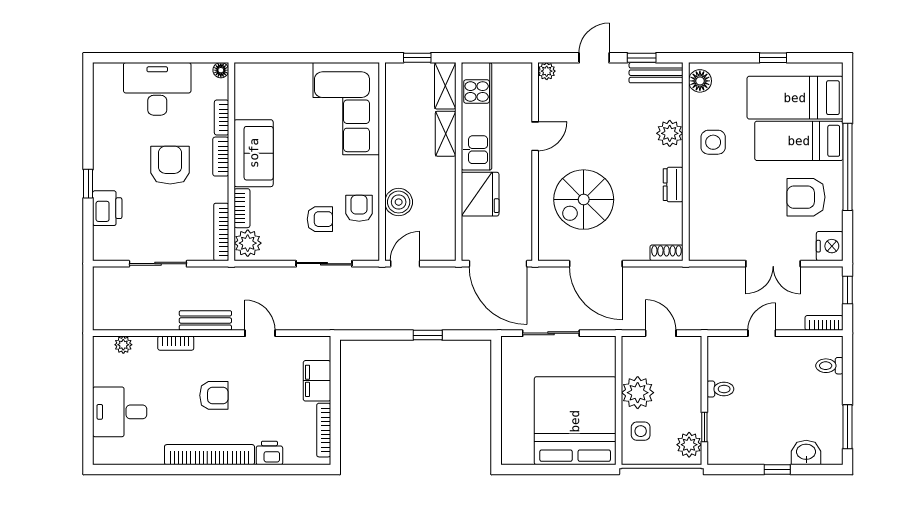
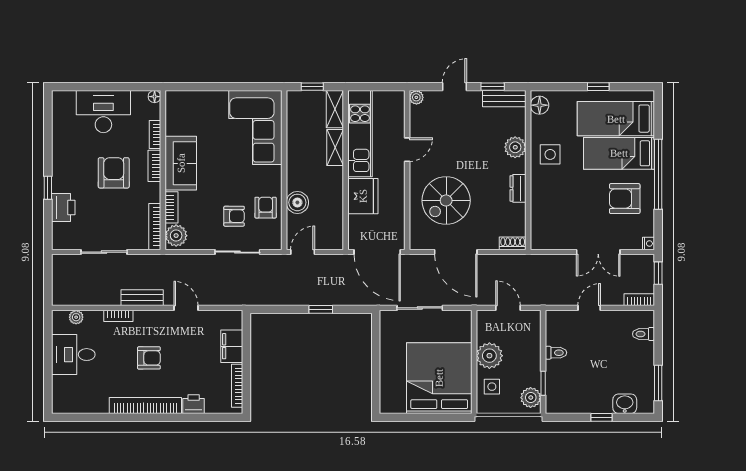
nightstand: (830, 246) -> (648, 243), width x0.53, depth x0.56
desk: (120, 412) -> (73, 355), moved

